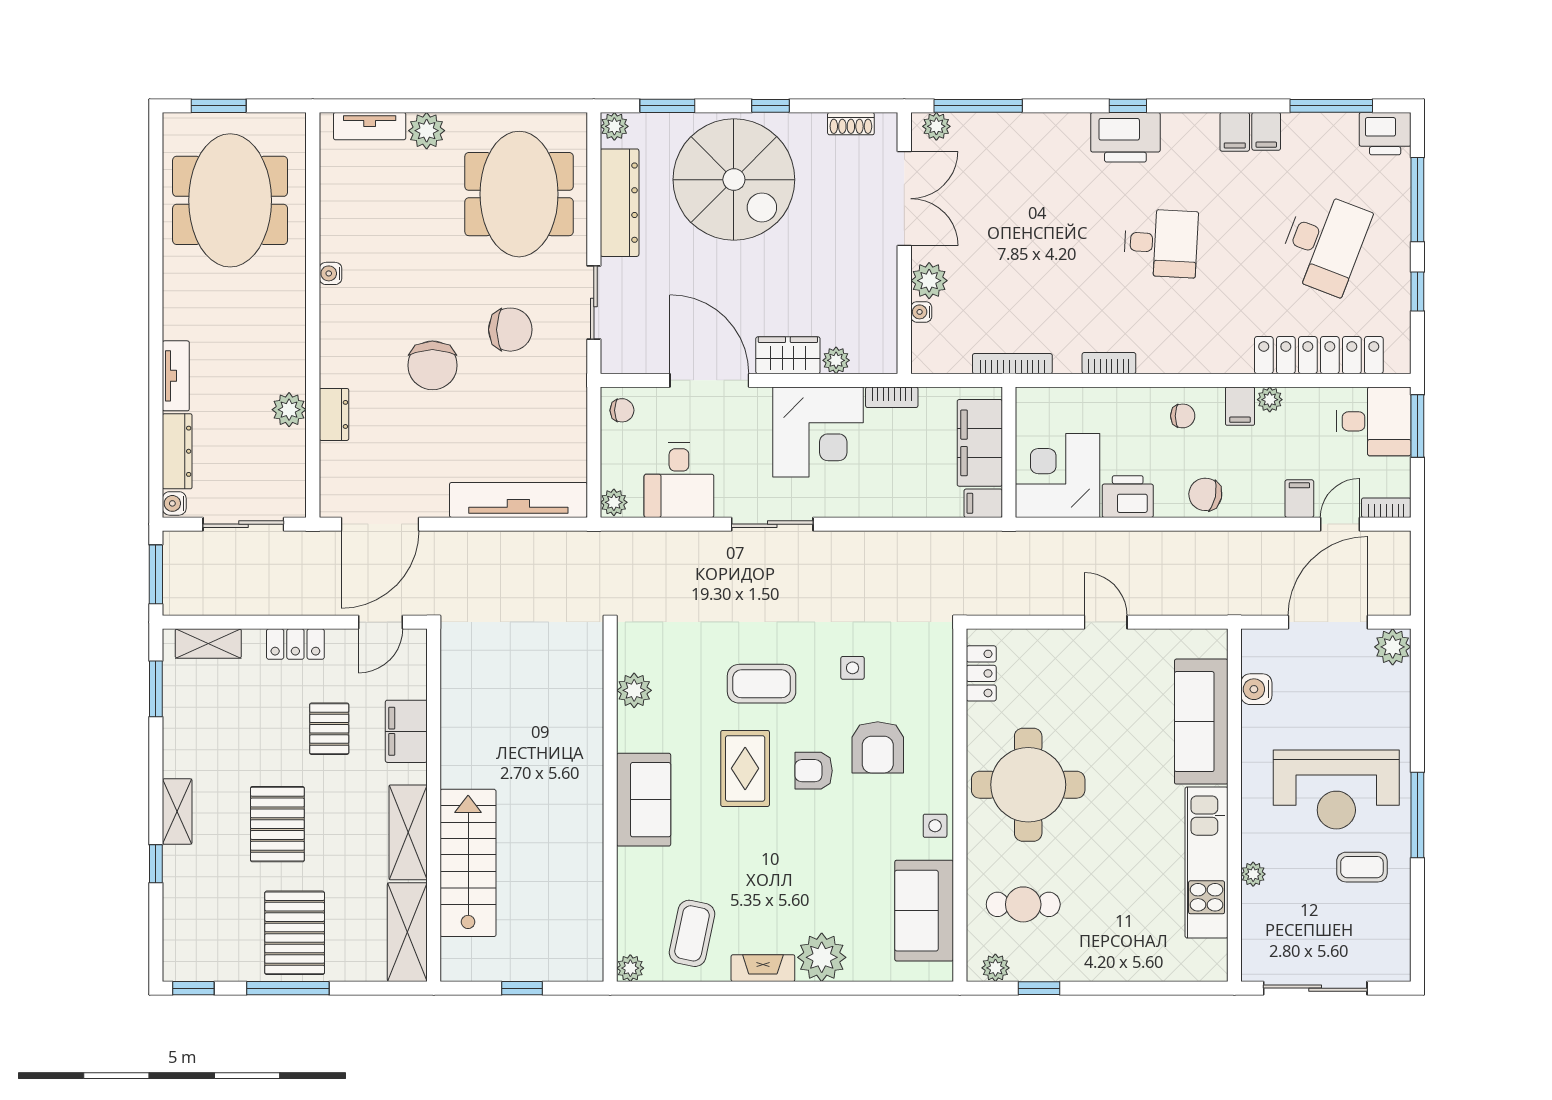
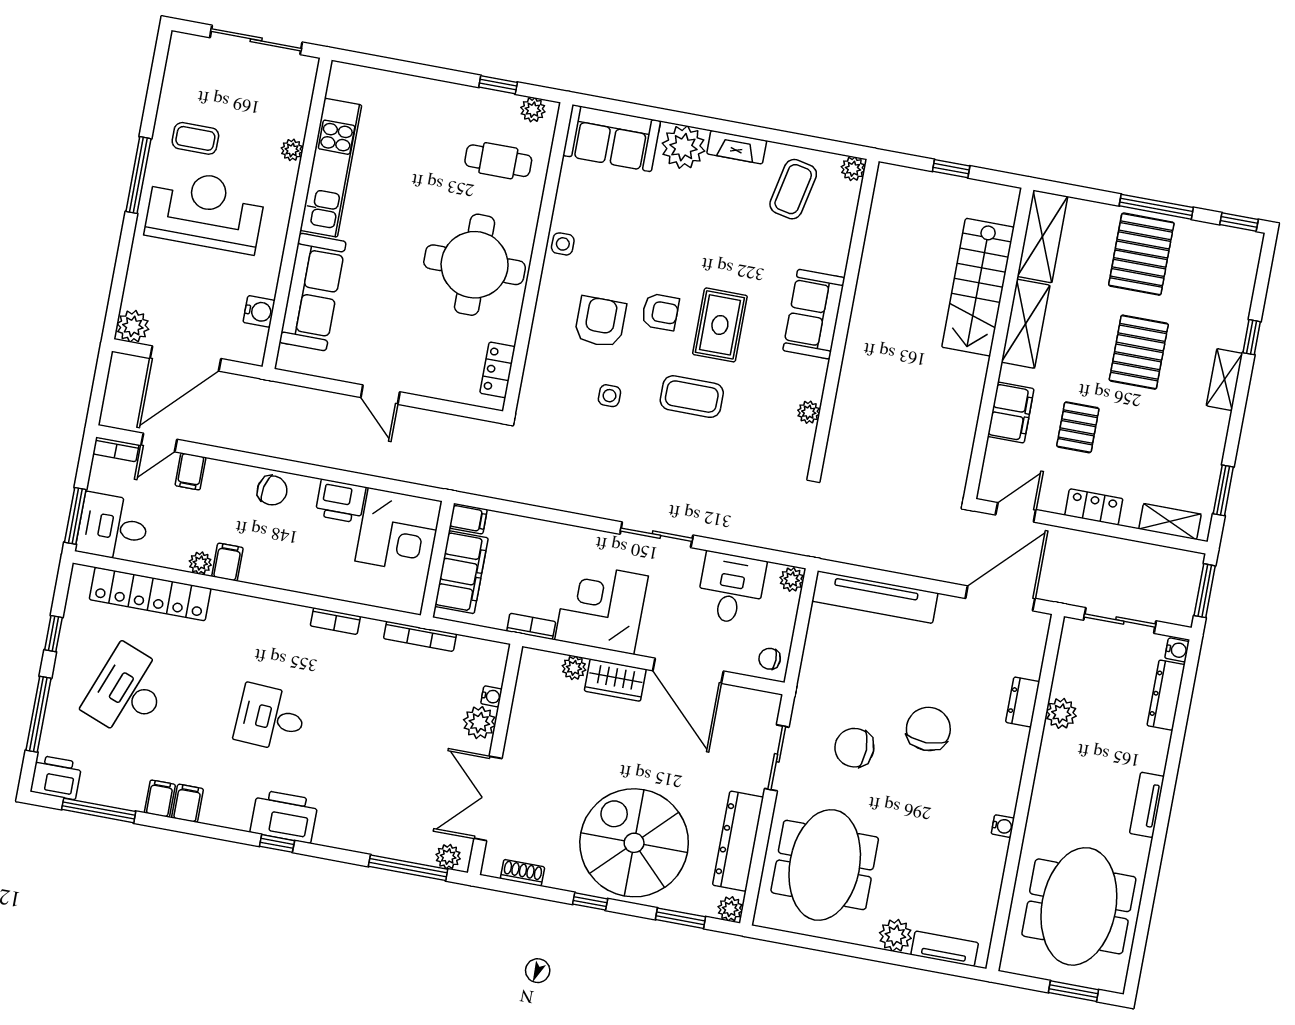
tv unit: (176, 376) -> (1147, 805), moved
chair: (1183, 416) -> (279, 563), removed
plant: (634, 690) -> (809, 412), width x0.73, depth x0.73
sofa: (924, 911) -> (612, 138), moved, turned 90

